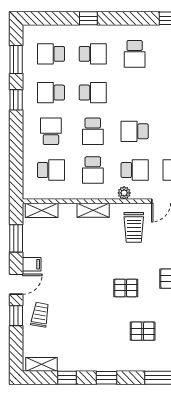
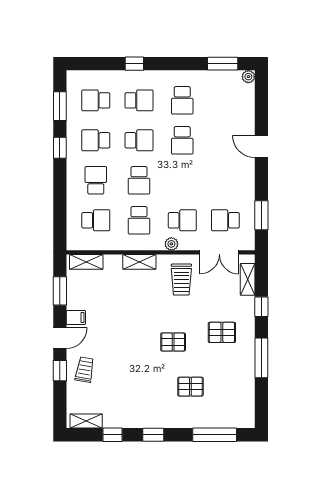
school desk: (135, 131) -> (182, 140), moved, turned -90

